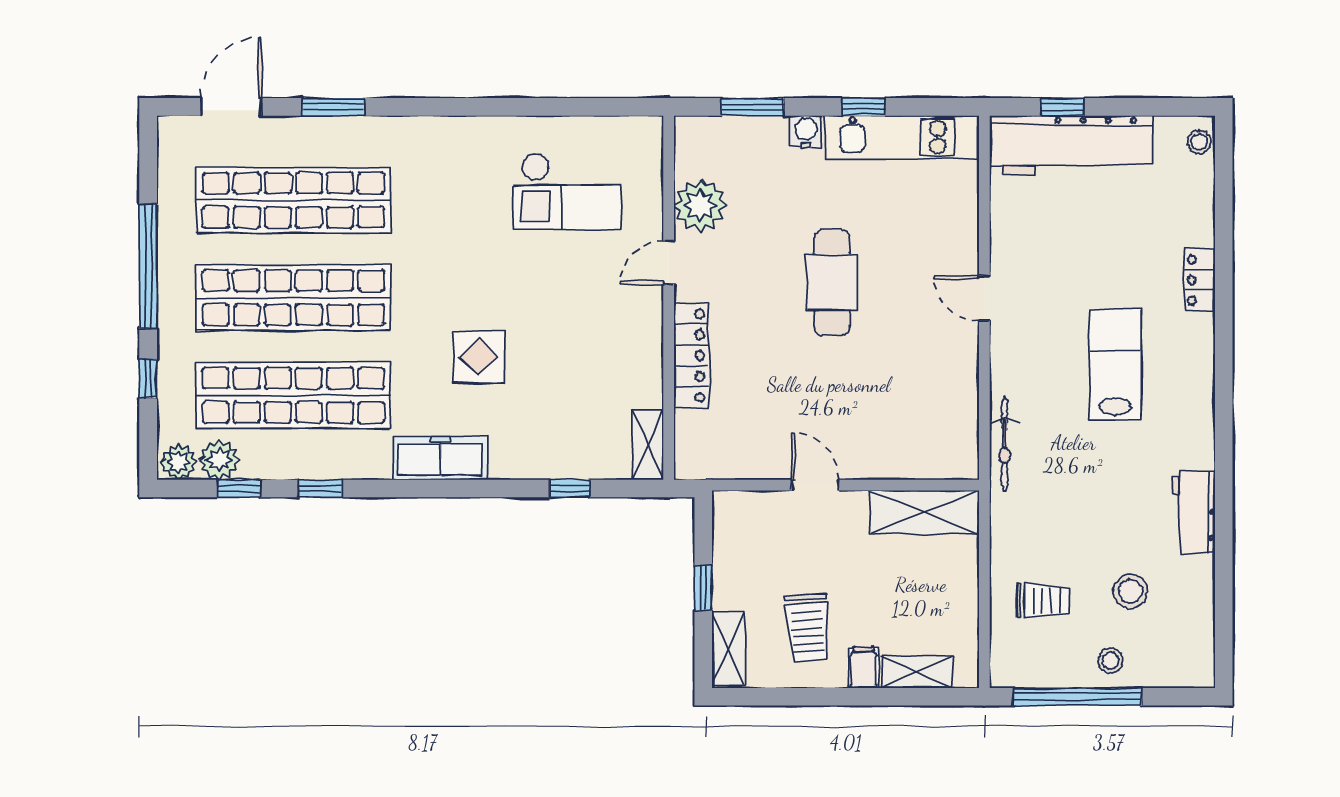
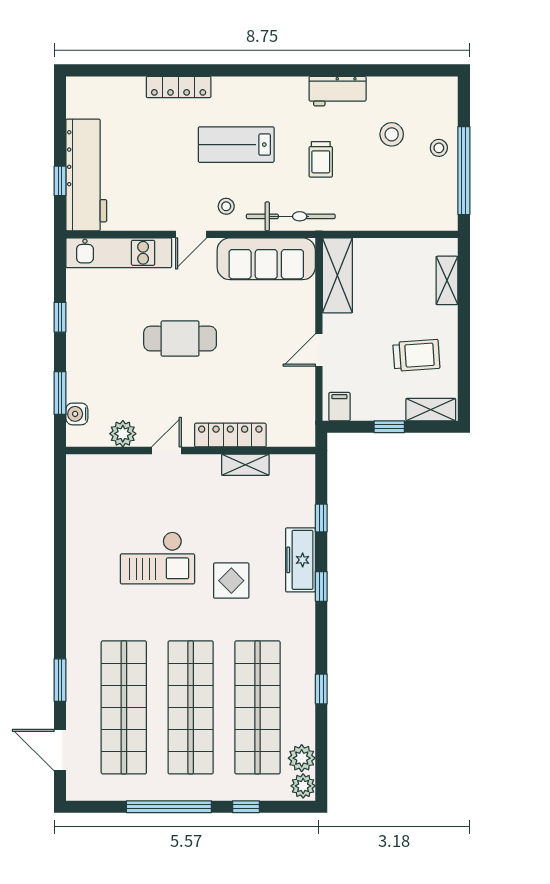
water cooler: (806, 131) -> (77, 414), moved
kitchen unit: (902, 137) -> (119, 253), moved, turned 90
stool: (1199, 142) -> (226, 206), moved
checkout: (567, 191) -> (157, 558), moved, turned 90
plant: (700, 206) -> (123, 434), width x0.73, depth x0.73
door: (669, 262) -> (166, 450), swing flipped
locker: (1200, 280) -> (179, 87), width x1.53
sofa: (949, 408) -> (266, 259), added
bicycle: (1005, 444) -> (291, 216), width x1.37, depth x1.40
shelving: (648, 445) -> (245, 465), moved
freezer: (440, 458) -> (300, 560), moved
window: (239, 489) -> (321, 586), moved
trolley: (1043, 601) -> (321, 159), moved, turned 180
filing cabinet: (863, 667) -> (339, 407), moved, turned 90

